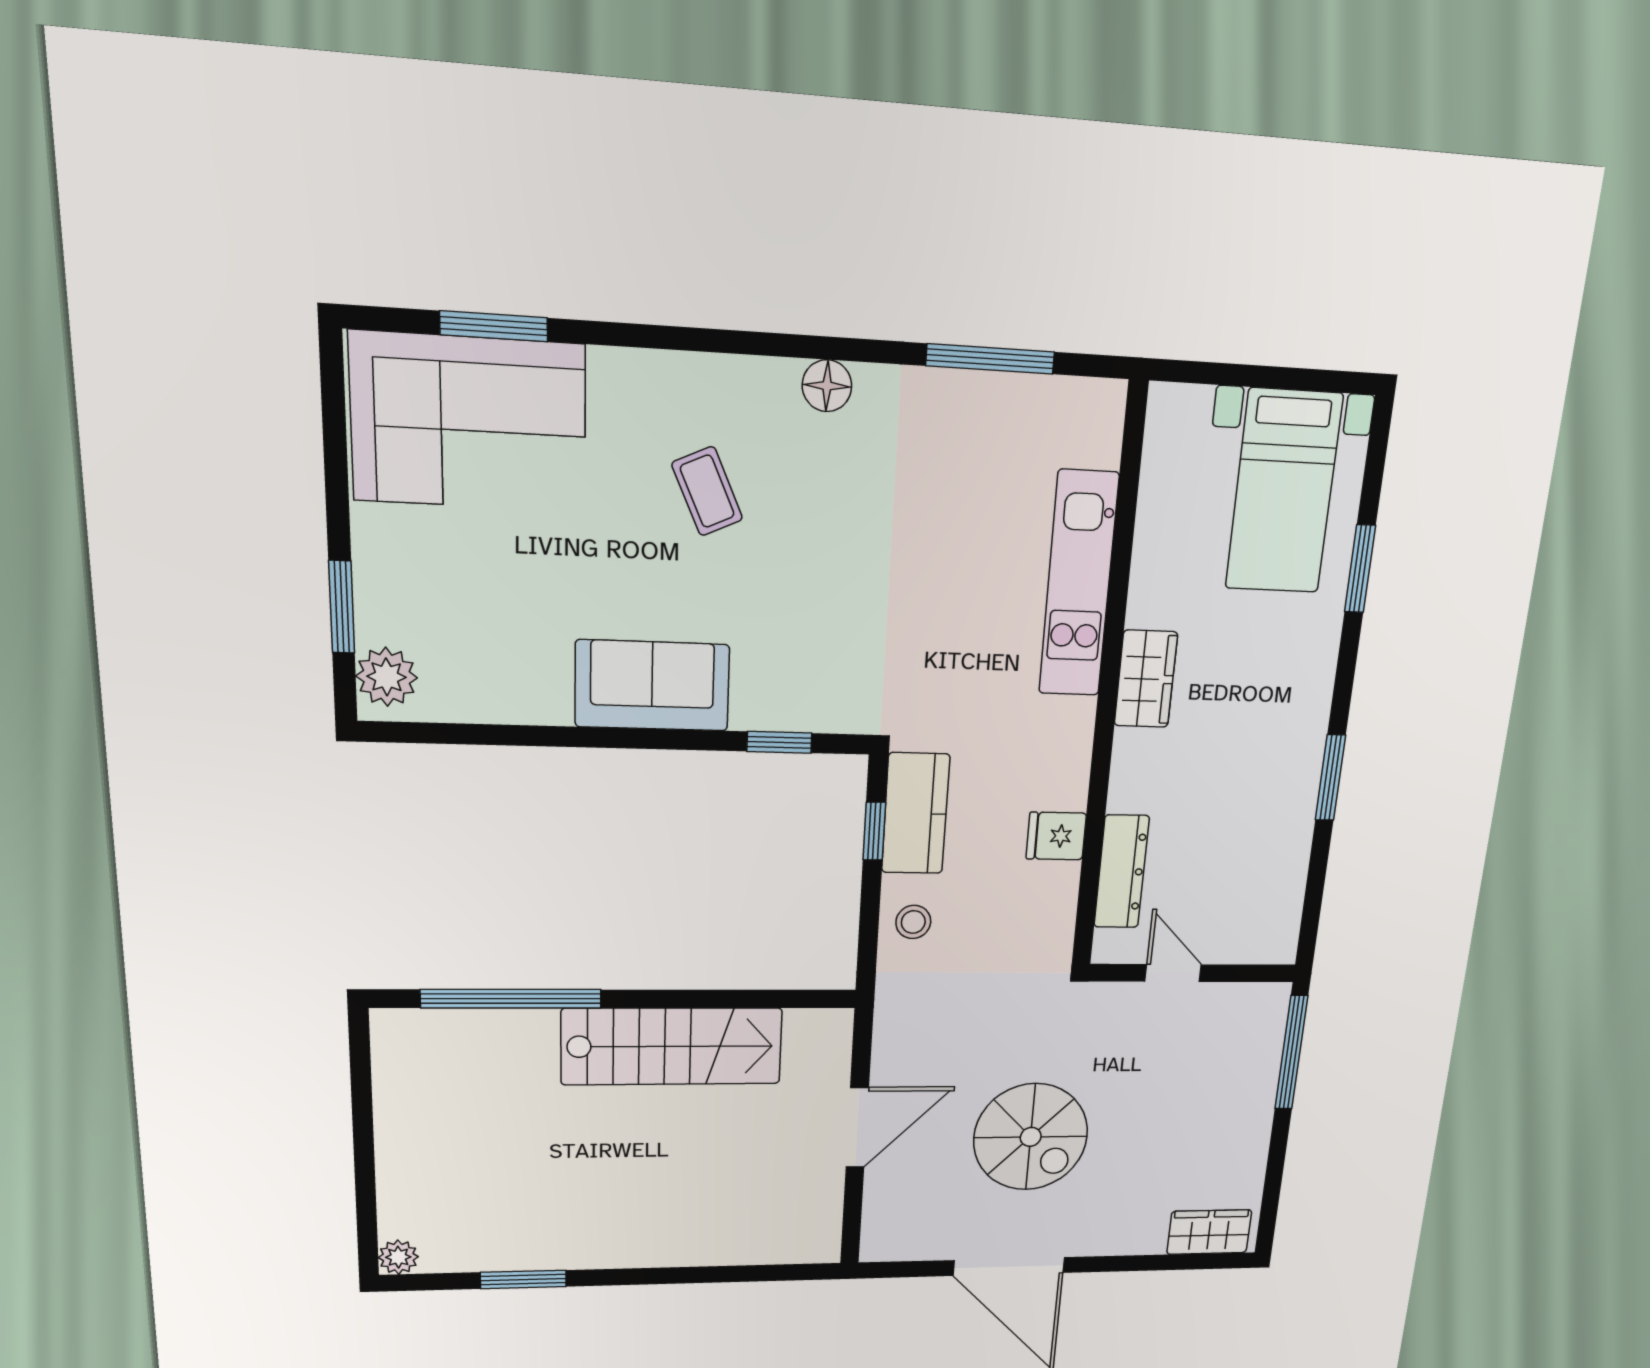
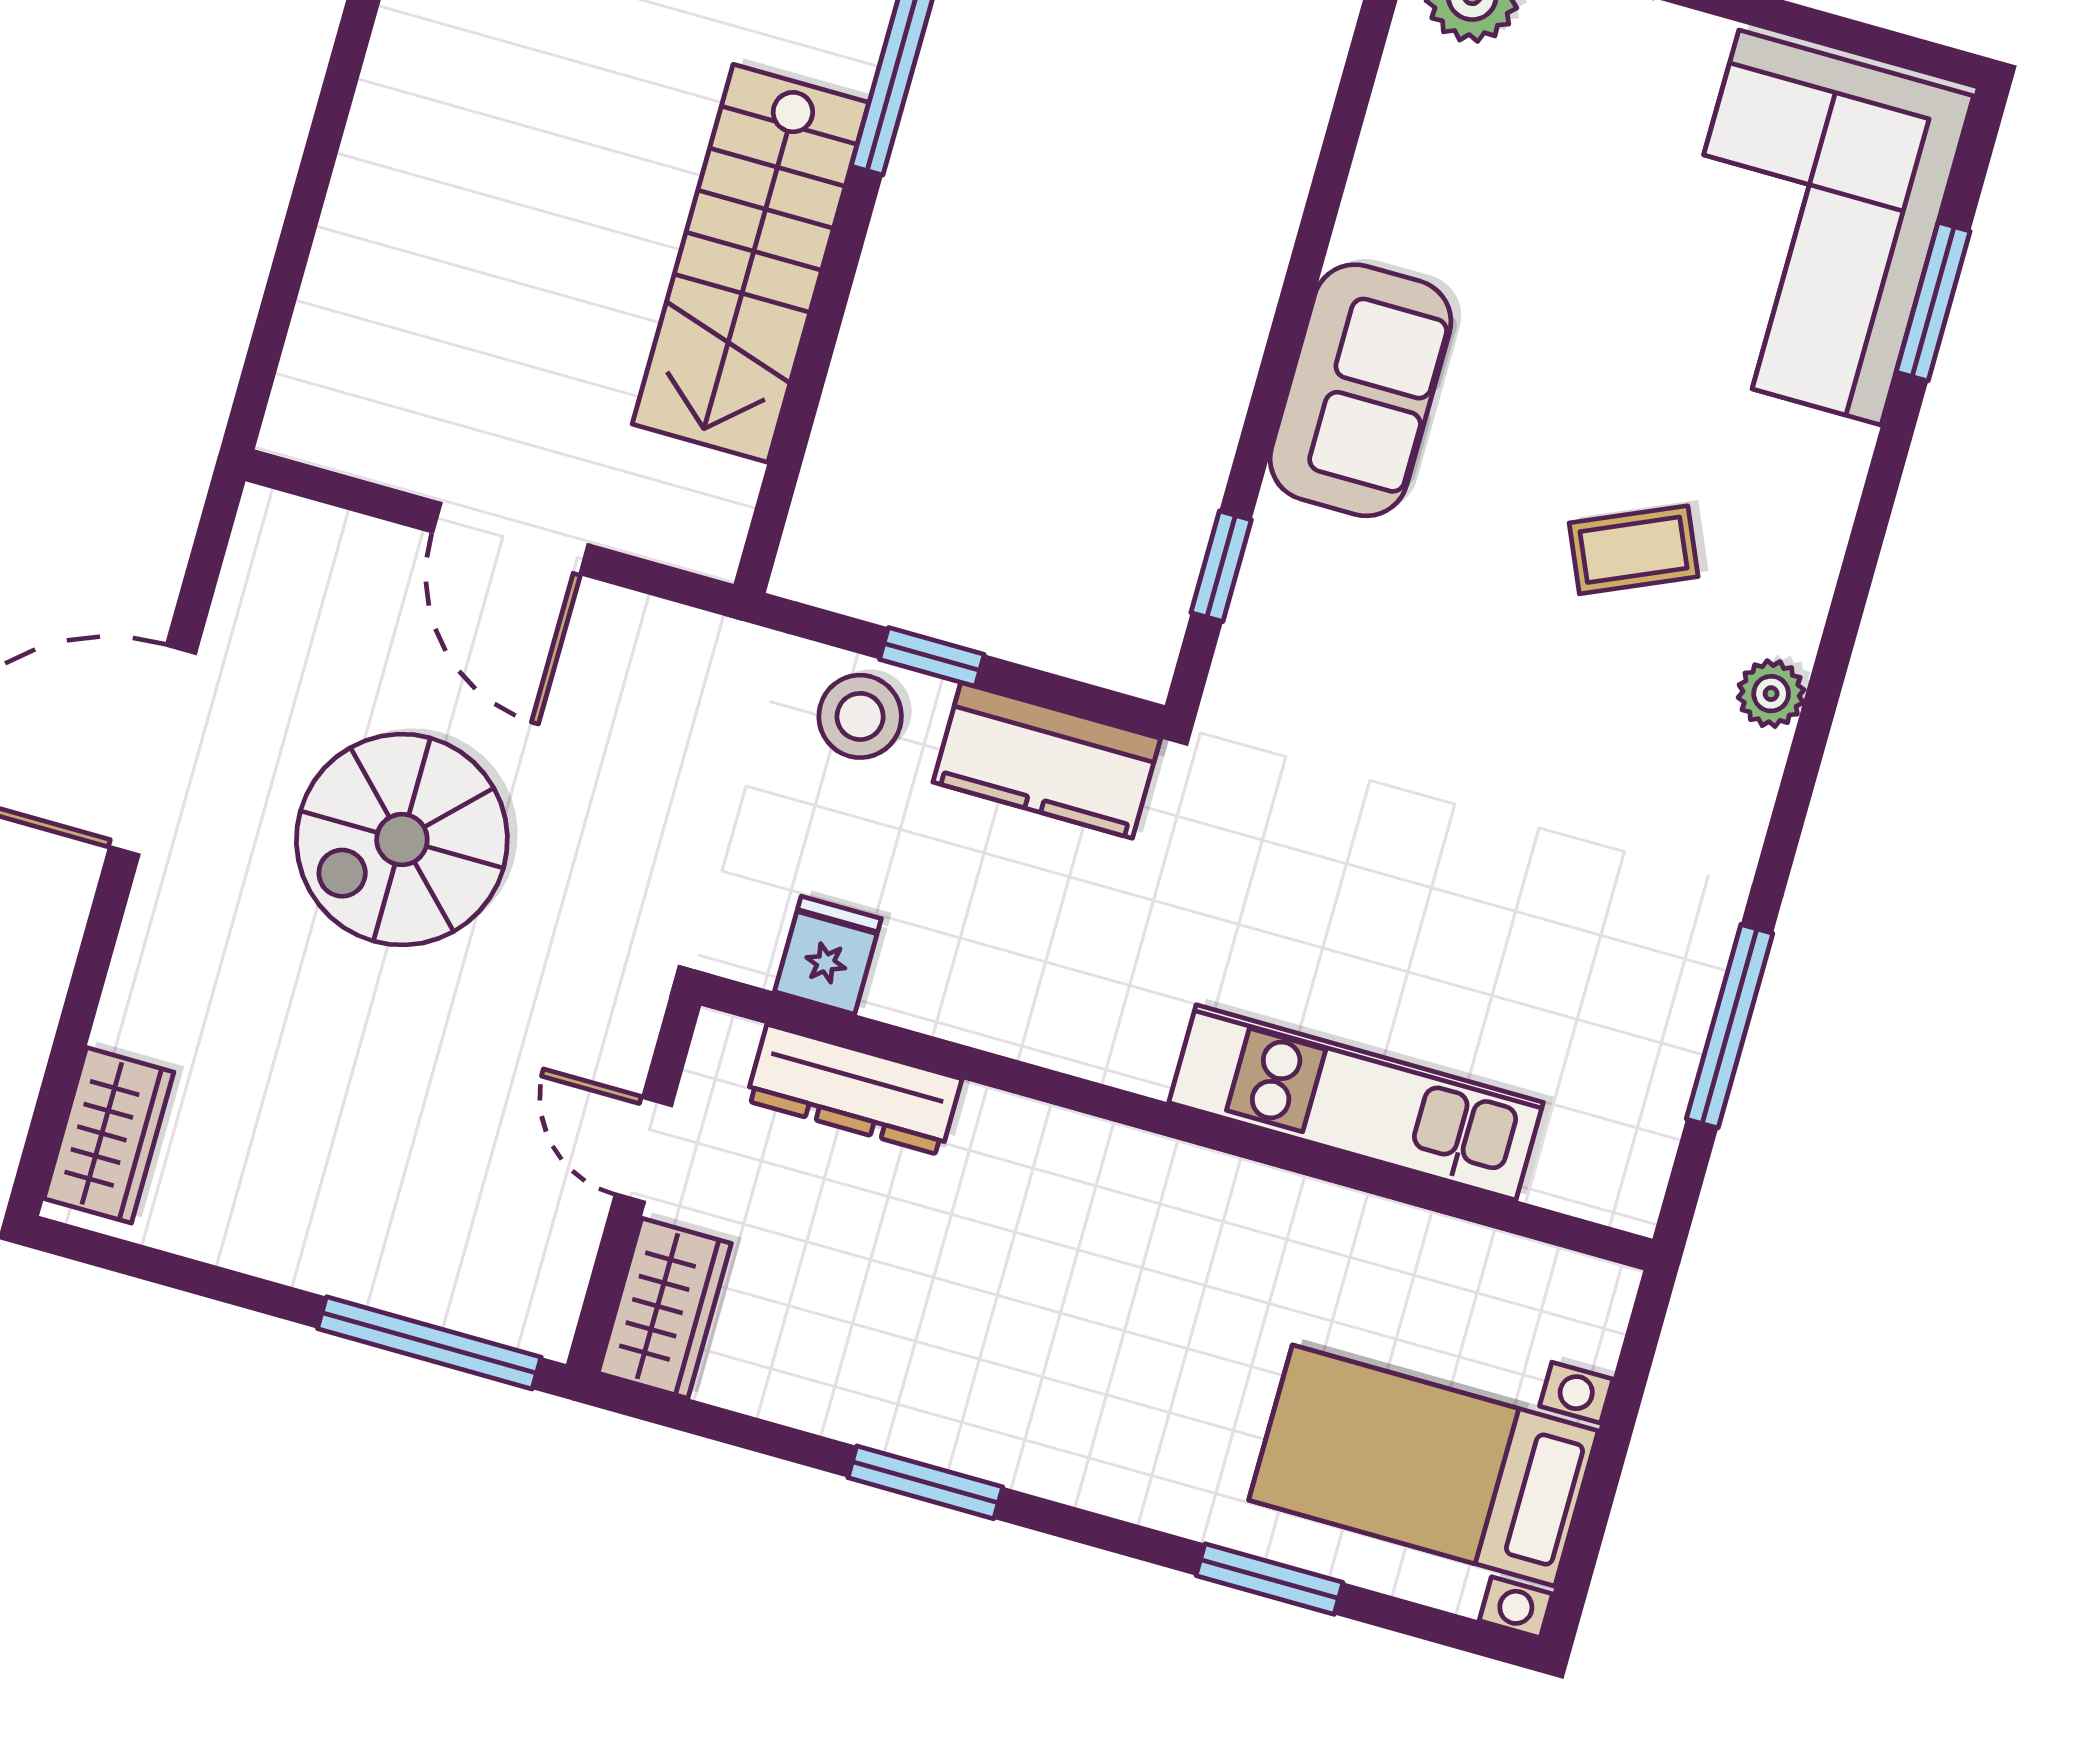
plant: (776, 379) -> (1771, 694), added
floor lamp: (827, 386) -> (1745, 768), removed
wardrobe: (1146, 679) -> (665, 1308), moved, turned -90
window: (874, 831) -> (932, 657), moved
fridge: (1056, 836) -> (828, 955), moved
stool: (913, 922) -> (860, 716), width x1.37, depth x1.37
door: (1173, 973) -> (644, 1150), swing flipped

